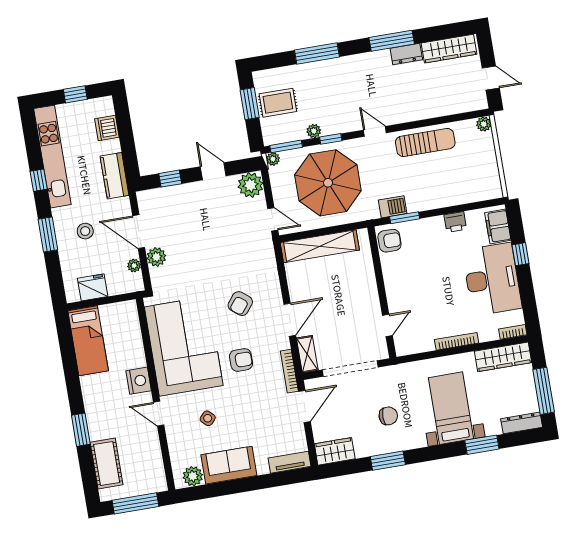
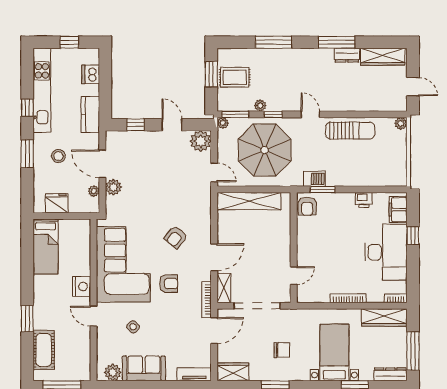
armchair: (389, 241) -> (307, 206), turned 90

